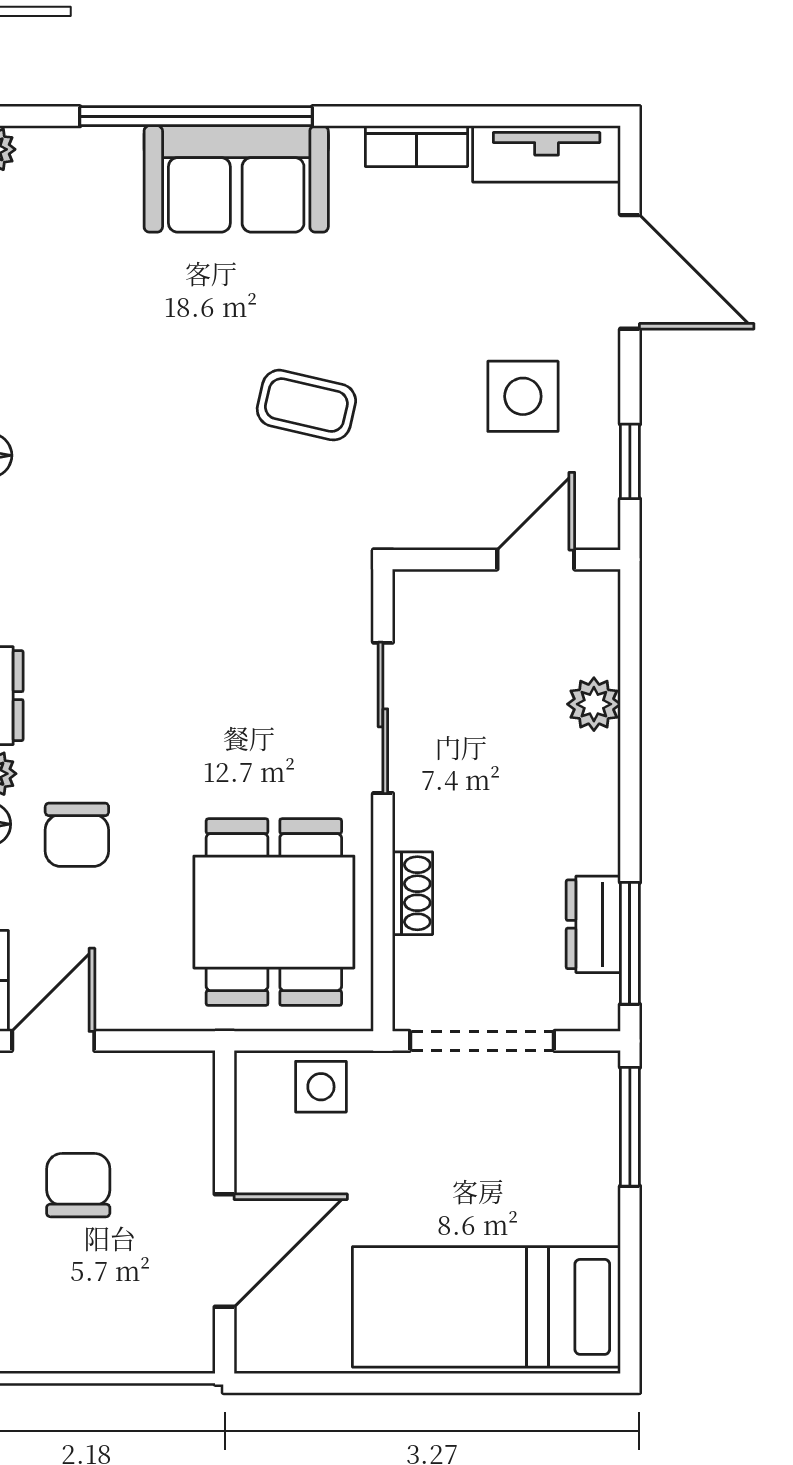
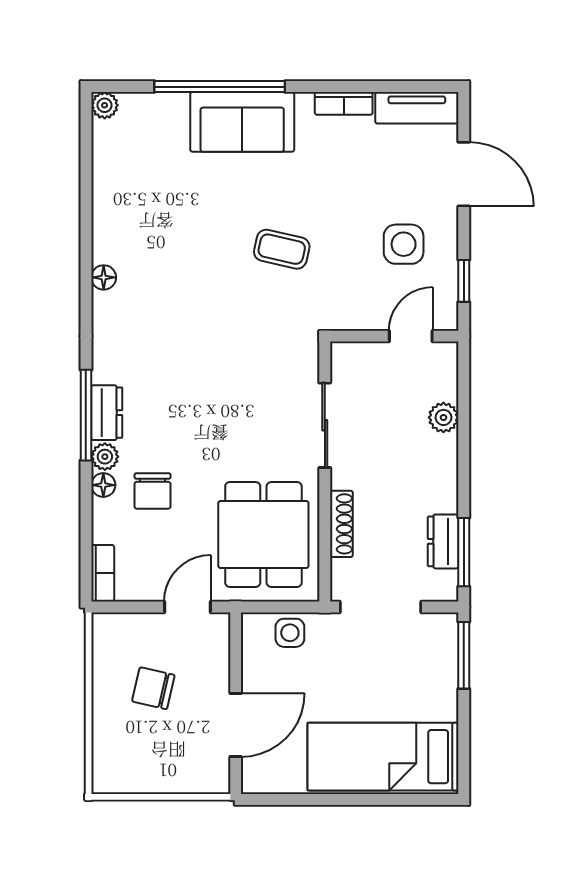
shoe rack: (413, 893) -> (341, 524), width x1.43
door: (53, 1041) -> (187, 607), moved
chair: (78, 1185) -> (153, 688), turned -77

